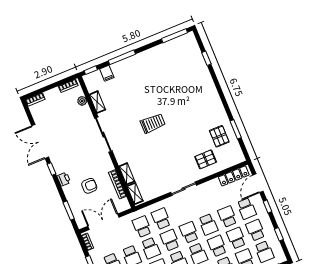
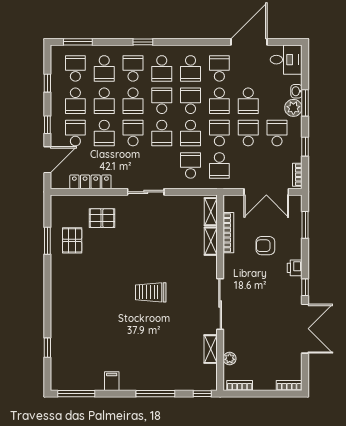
filing cabinet: (107, 73) -> (112, 381), moved
locker: (234, 176) -> (90, 182), moved
school desk: (161, 219) -> (191, 165), turned 180

